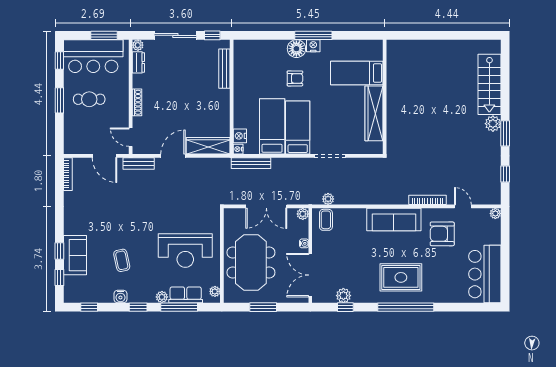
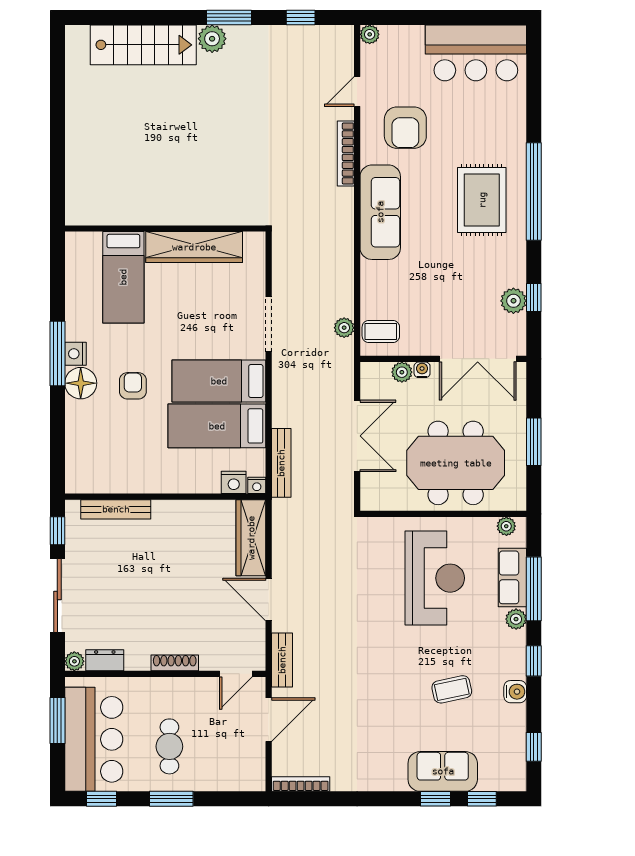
plant: (303, 214) -> (402, 372), moved

